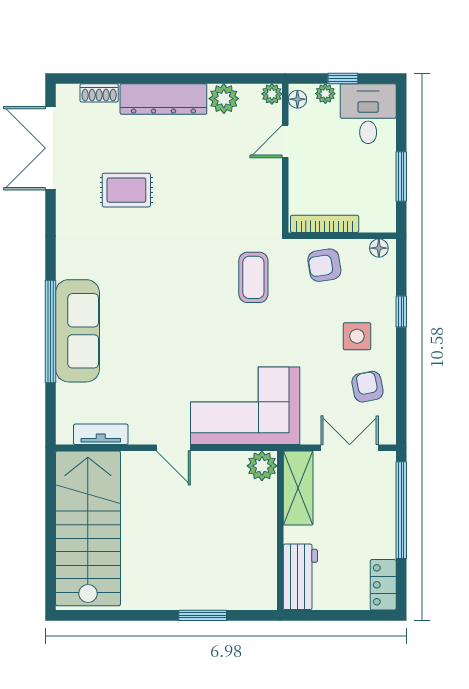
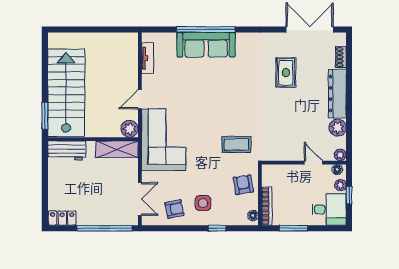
bookcase: (325, 224) -> (267, 206), moved
plant: (262, 466) -> (130, 129), moved
shelving: (298, 488) -> (117, 149), moved
stairs: (88, 528) -> (66, 93), moved, turned -90
wall: (280, 531) -> (93, 139), moved
workbench: (300, 577) -> (67, 150), moved

